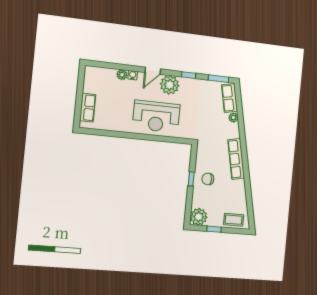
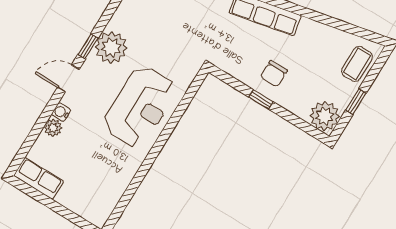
door: (153, 71) -> (68, 78), swing flipped
window: (189, 75) -> (88, 46), moved
plant: (170, 85) -> (111, 48), moved
row of seats: (88, 108) -> (39, 178), moved

